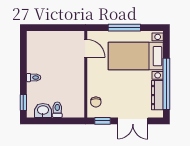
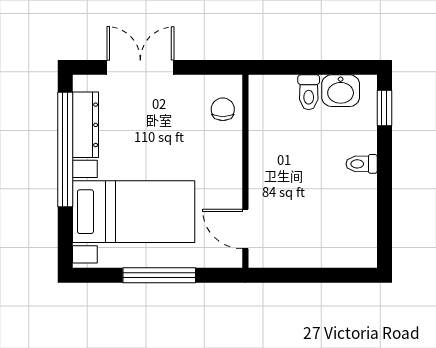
window: (102, 121) -> (208, 67), removed

